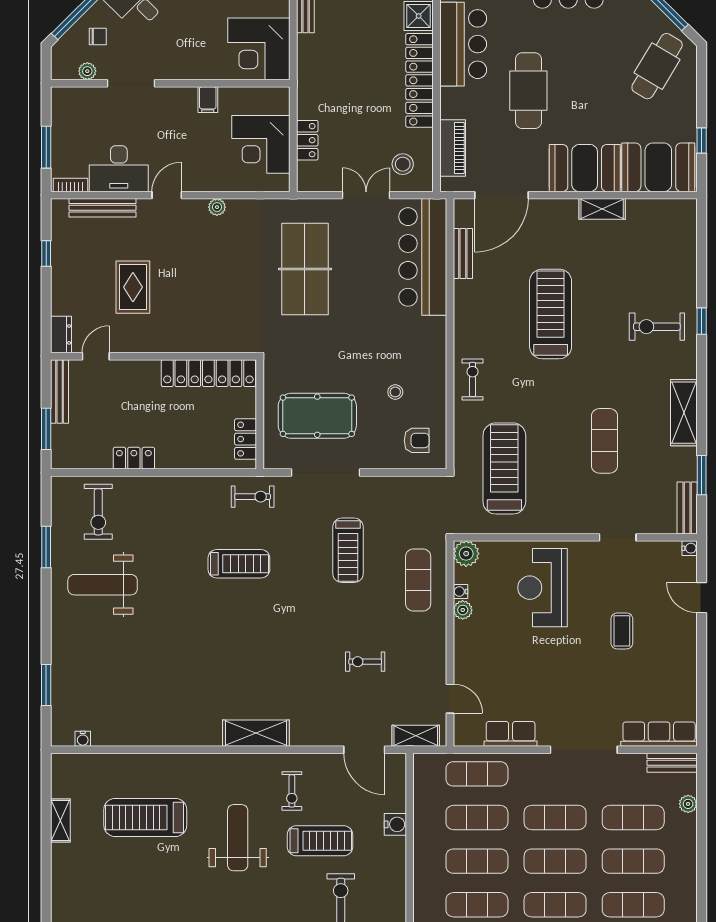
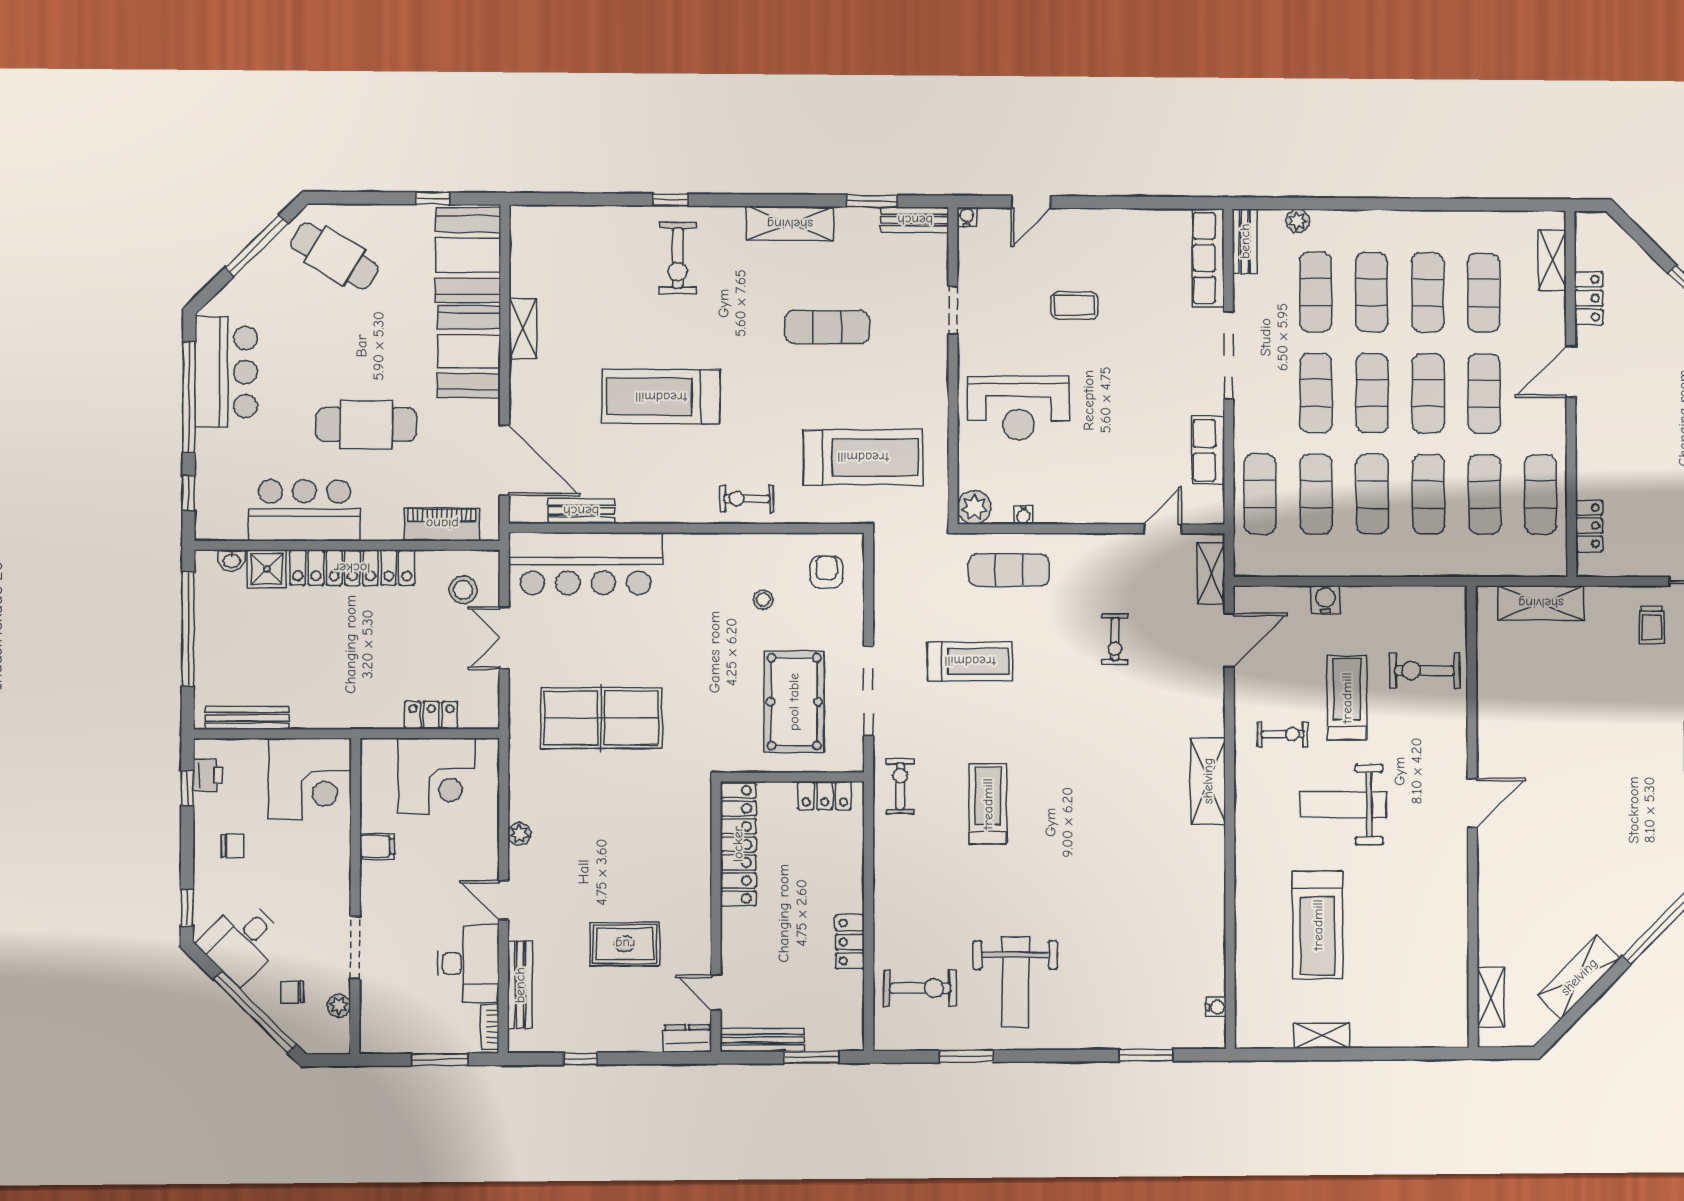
chair: (98, 36) -> (293, 992), turned -90
treadmill: (504, 468) -> (863, 457), turned 180
plant: (463, 610) -> (1048, 512), removed

